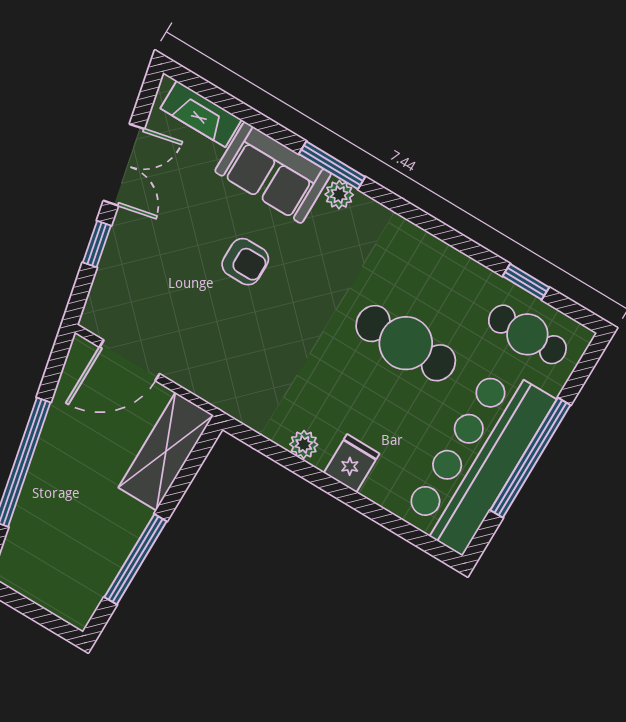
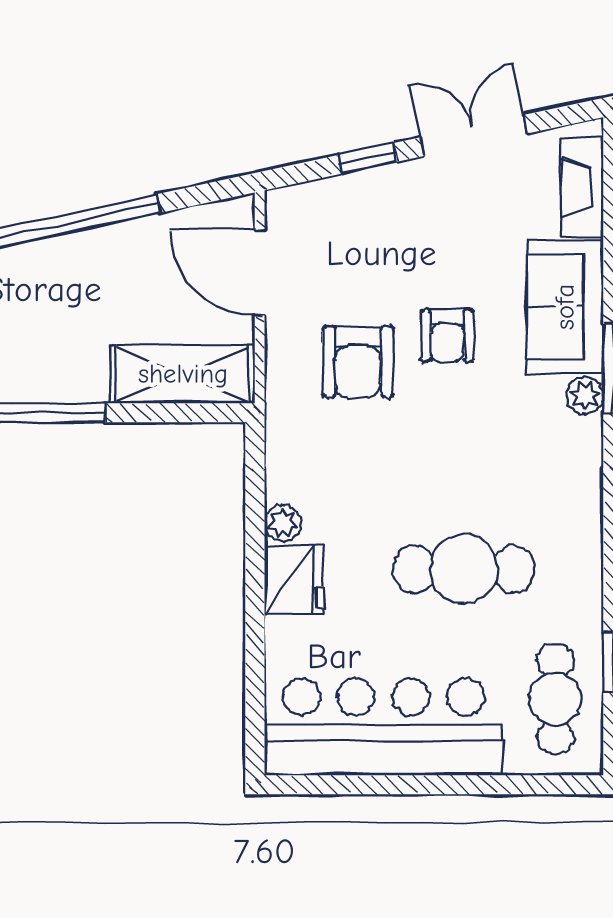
double door: (124, 165) -> (474, 135), swing flipped
armchair: (227, 331) -> (358, 362), added
cafe table: (406, 343) -> (464, 569), turned 90
window: (530, 458) -> (420, 785), removed
fridge: (352, 463) -> (294, 580), width x1.38

